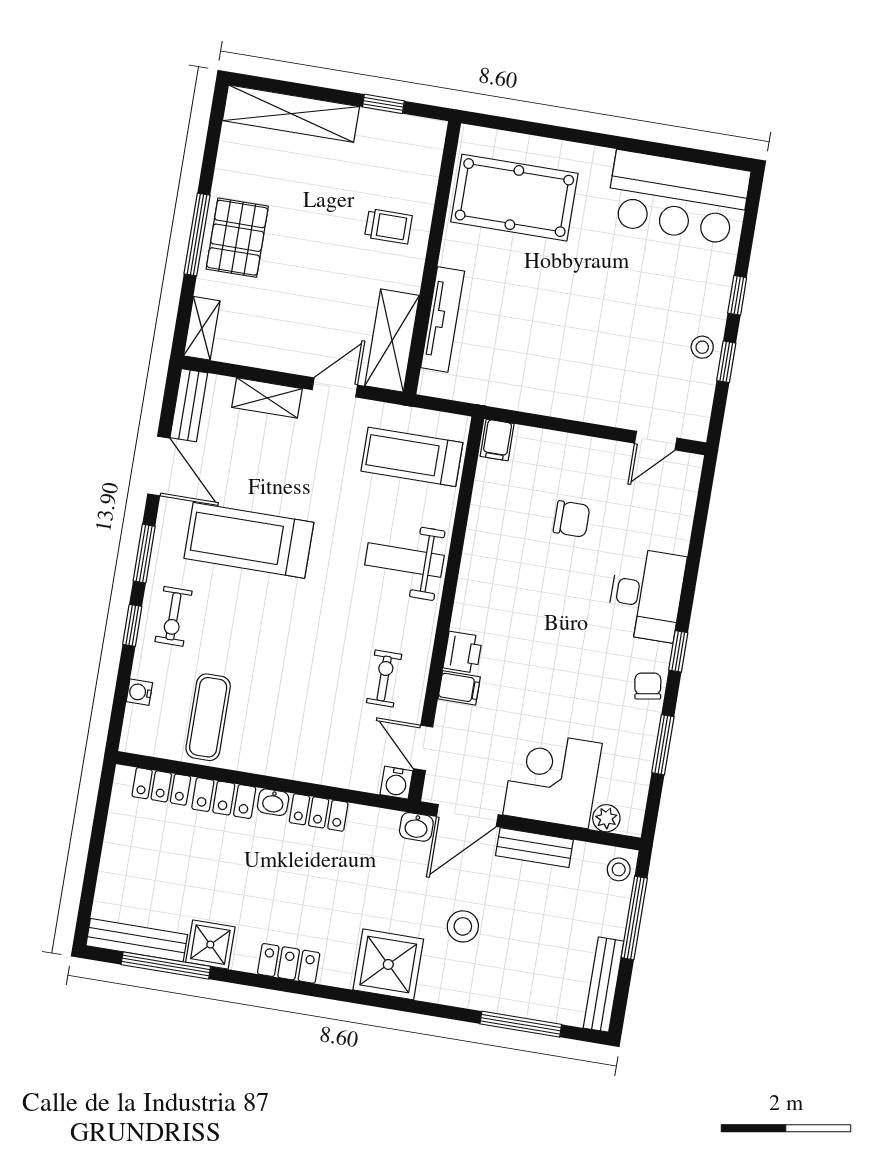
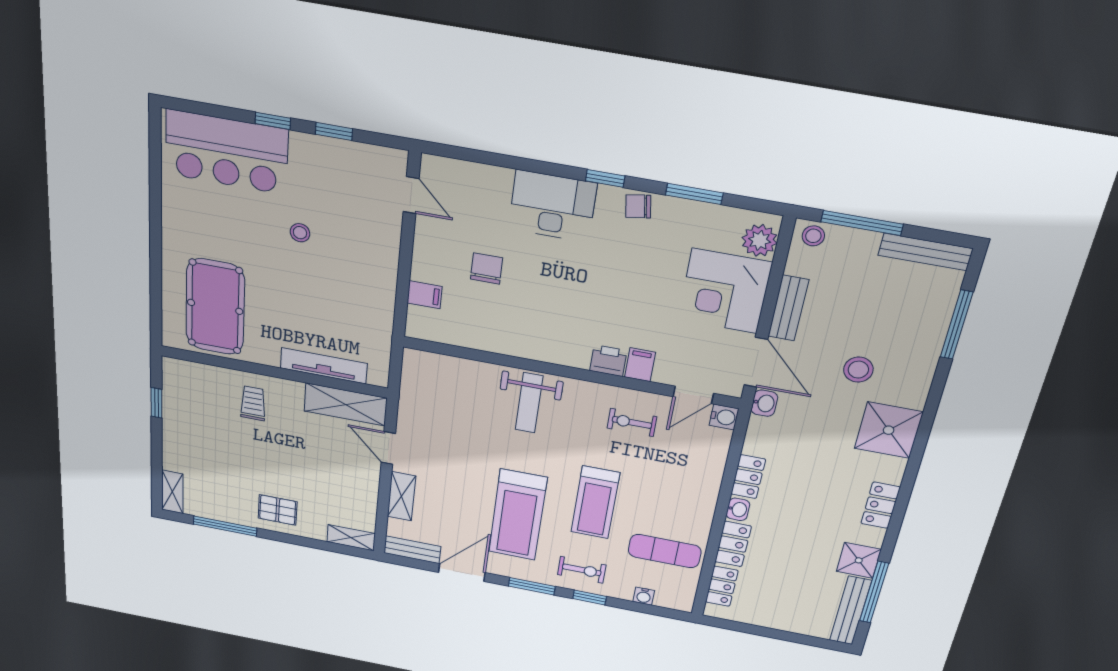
shelving: (291, 114) -> (172, 492), width x0.45, depth x0.75
bar counter: (678, 198) -> (226, 152), moved, turned 90
window: (197, 235) -> (225, 526), moved
pallet: (237, 238) -> (278, 510), width x0.67, depth x0.71
stool: (702, 347) -> (300, 233), moved
filing cabinet: (497, 440) -> (425, 295), moved
treadmill: (412, 457) -> (595, 502), moved
plant: (606, 818) -> (760, 240), width x1.38, depth x1.38

